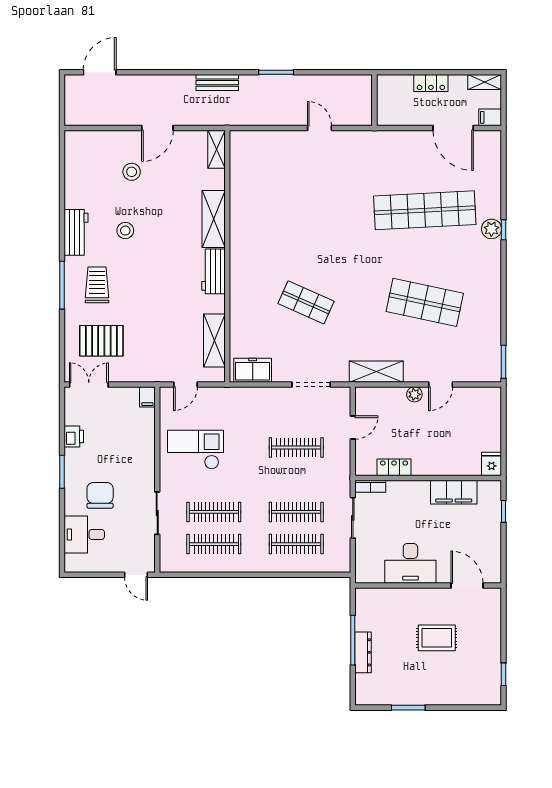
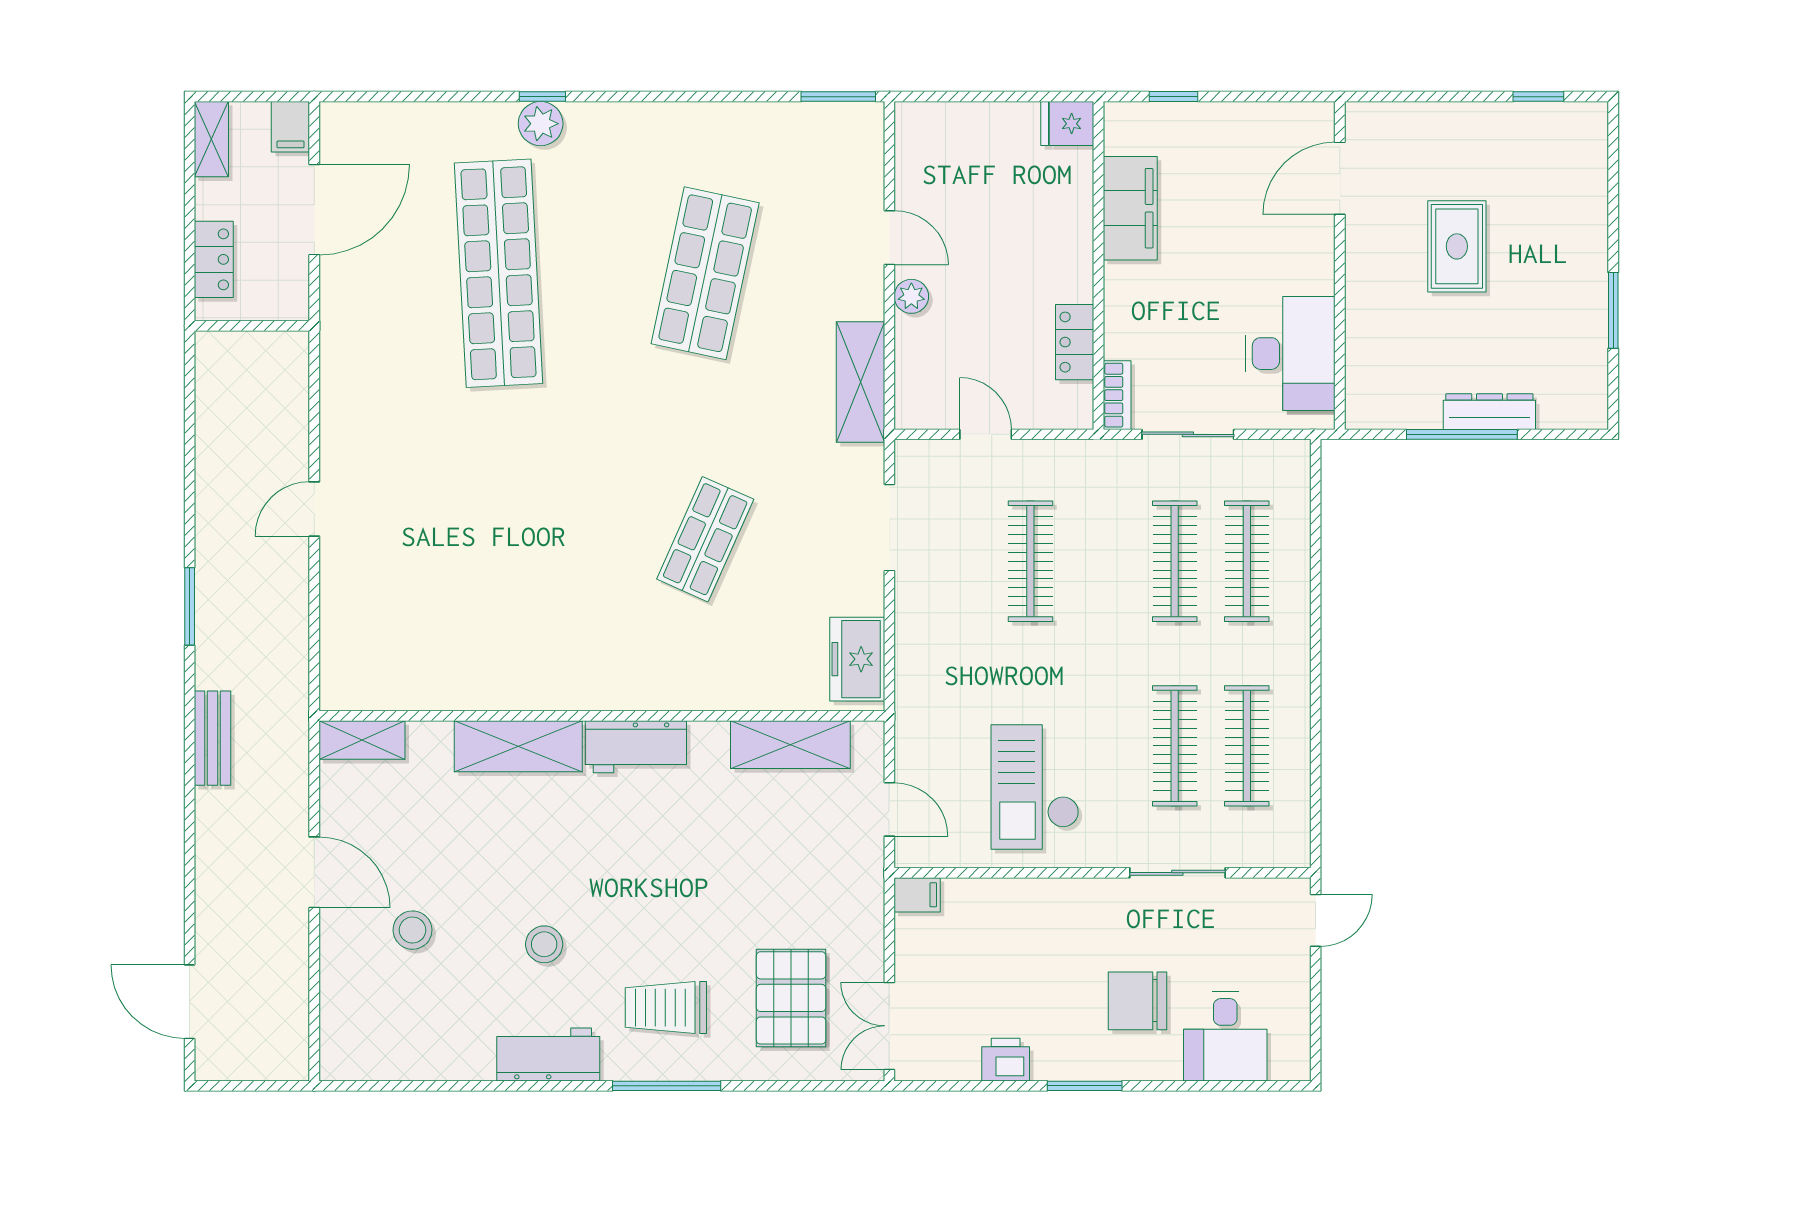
wall: (374, 100) -> (252, 326), moved
desk: (410, 563) -> (1290, 354), moved

